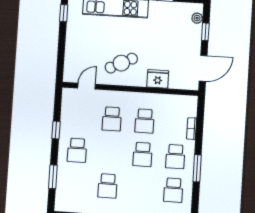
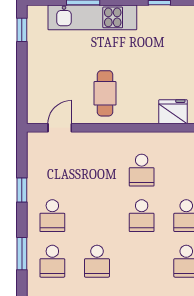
cafe table: (121, 63) -> (105, 93), turned -64
fridge: (158, 79) -> (173, 112), moved
school desk: (112, 119) -> (52, 261), moved

